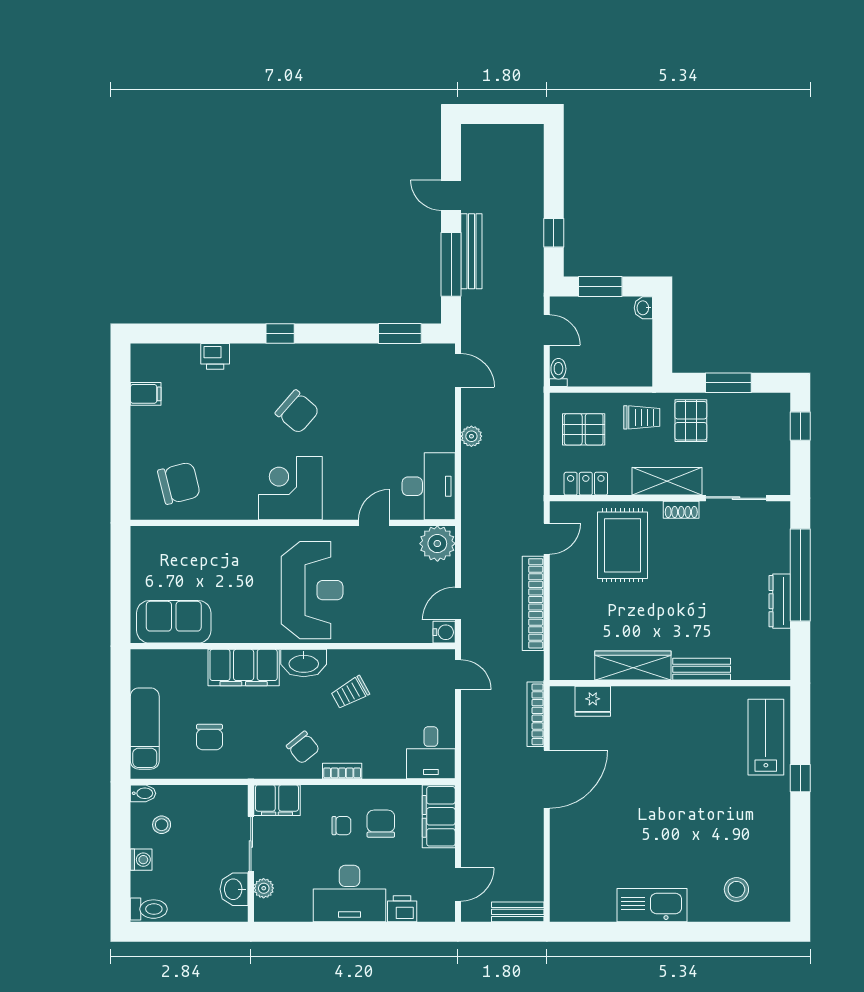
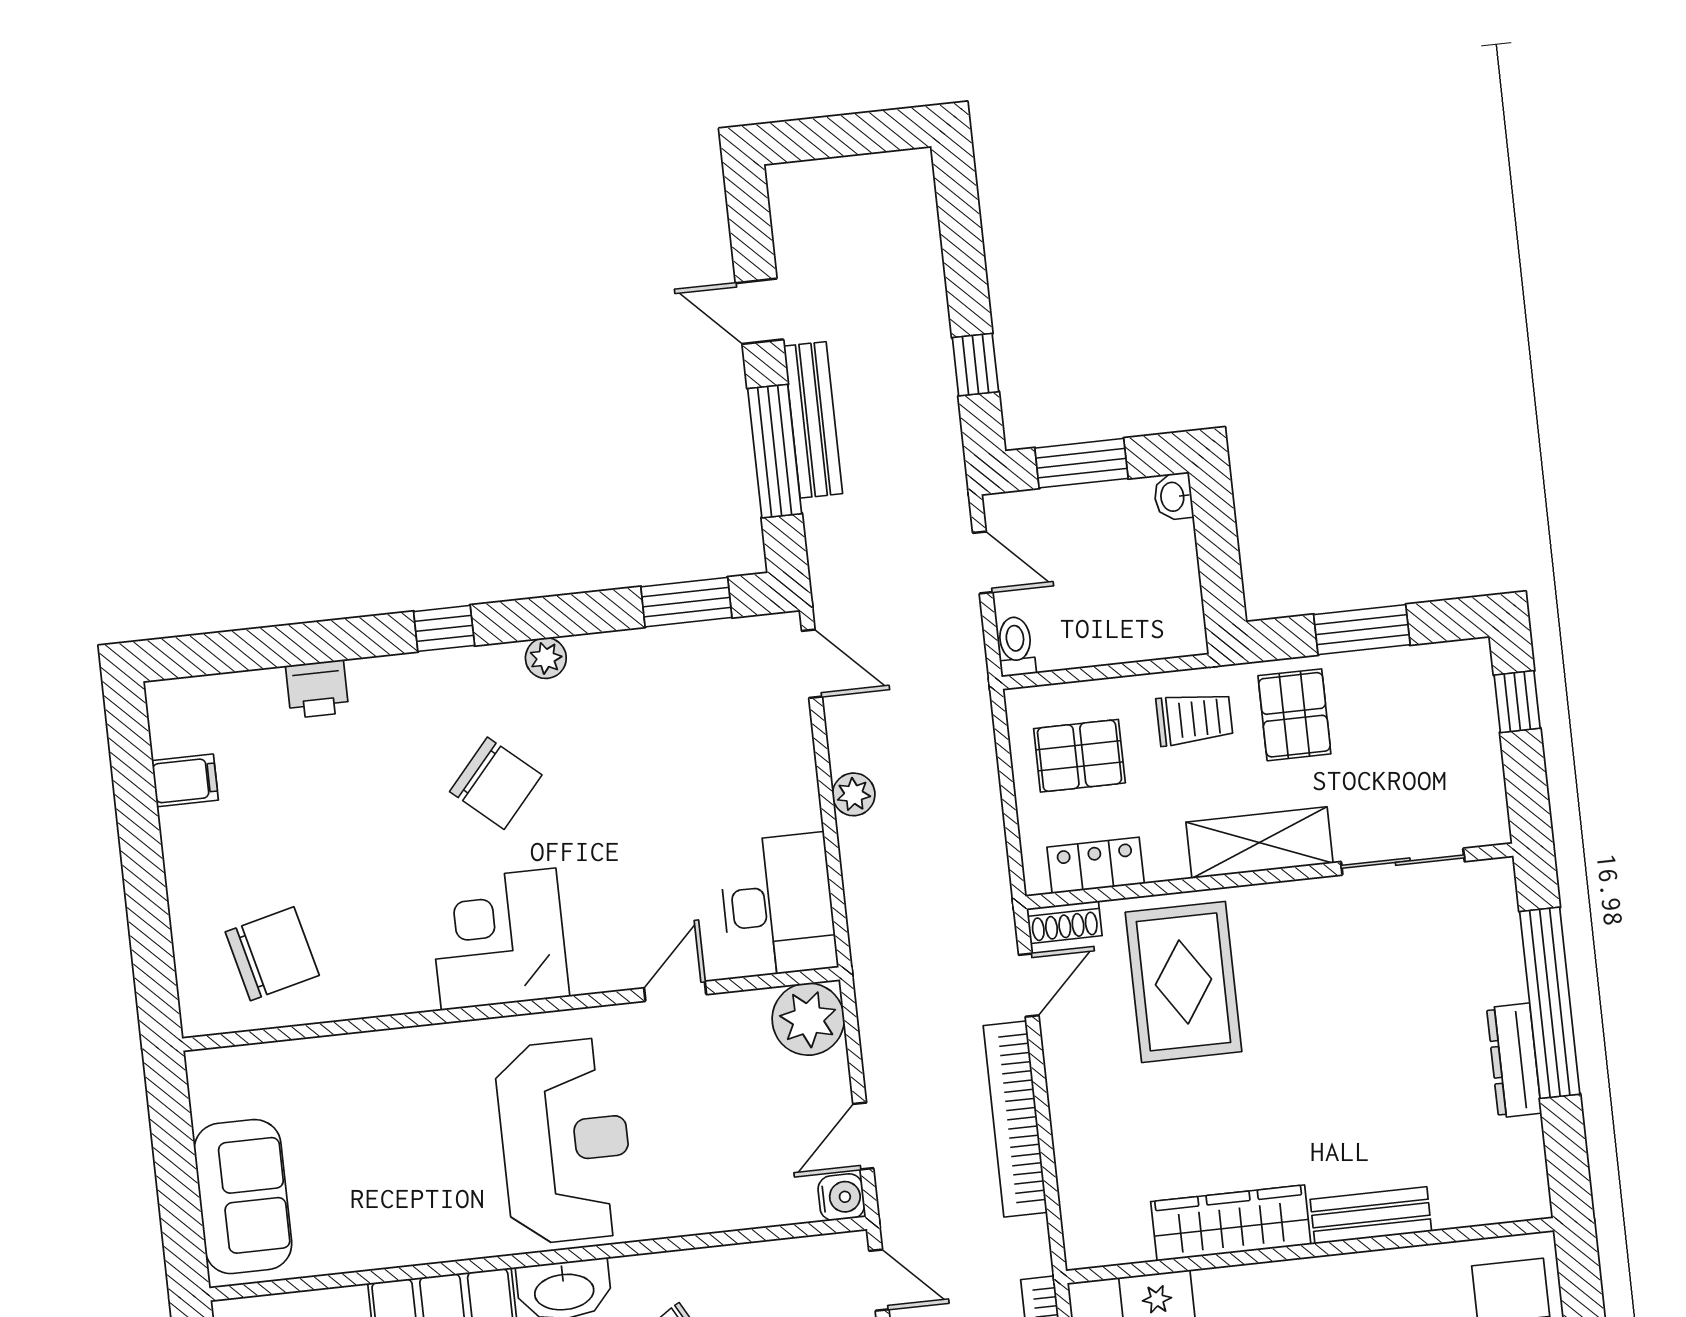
plant: (328, 353) -> (546, 658), added
shoe rack: (681, 510) -> (1064, 922), moved
sofa: (174, 622) -> (243, 1197), moved, turned 90

